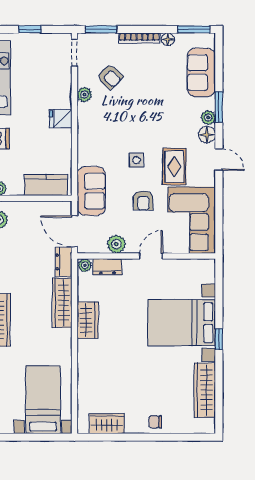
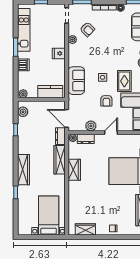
sofa: (91, 191) -> (76, 81), moved

